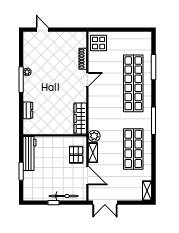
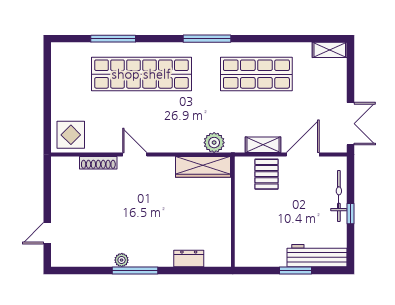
plant: (94, 136) -> (214, 143), moved
workbench: (30, 154) -> (317, 256), moved
pallet: (76, 155) -> (267, 174), turned 90

